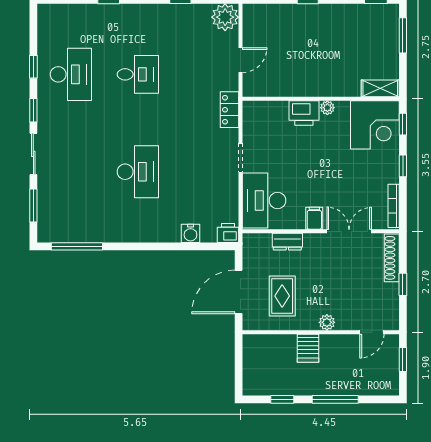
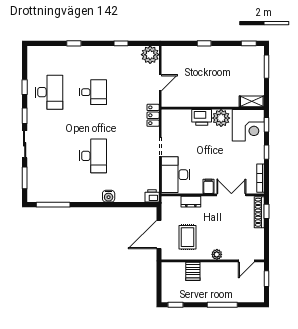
plant: (327, 108) -> (221, 118), width x1.88, depth x1.88
water cooler: (190, 233) -> (109, 196), moved
window: (403, 284) -> (267, 211), moved
server rack: (308, 348) -> (193, 271), moved
window: (282, 399) -> (175, 305), moved

